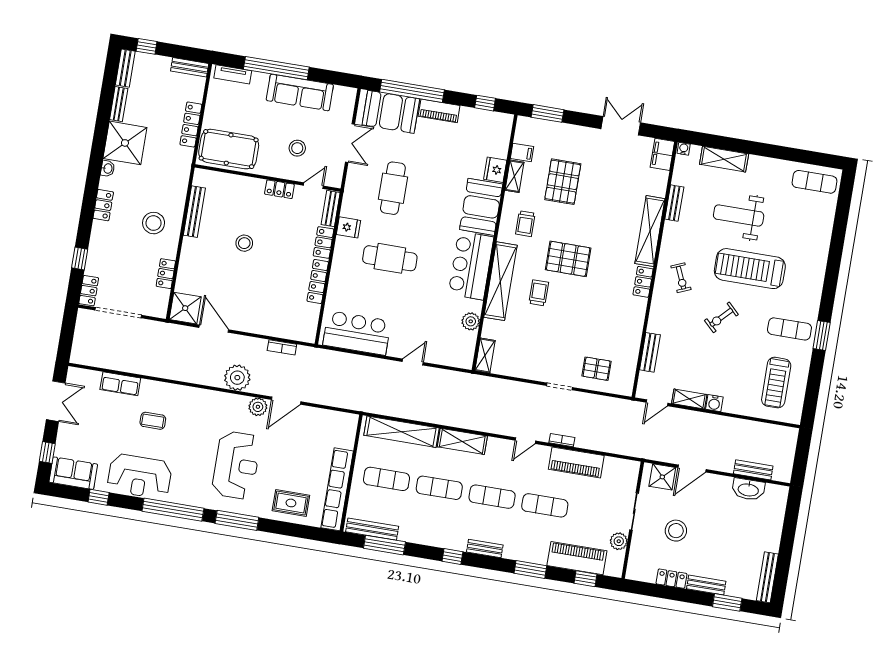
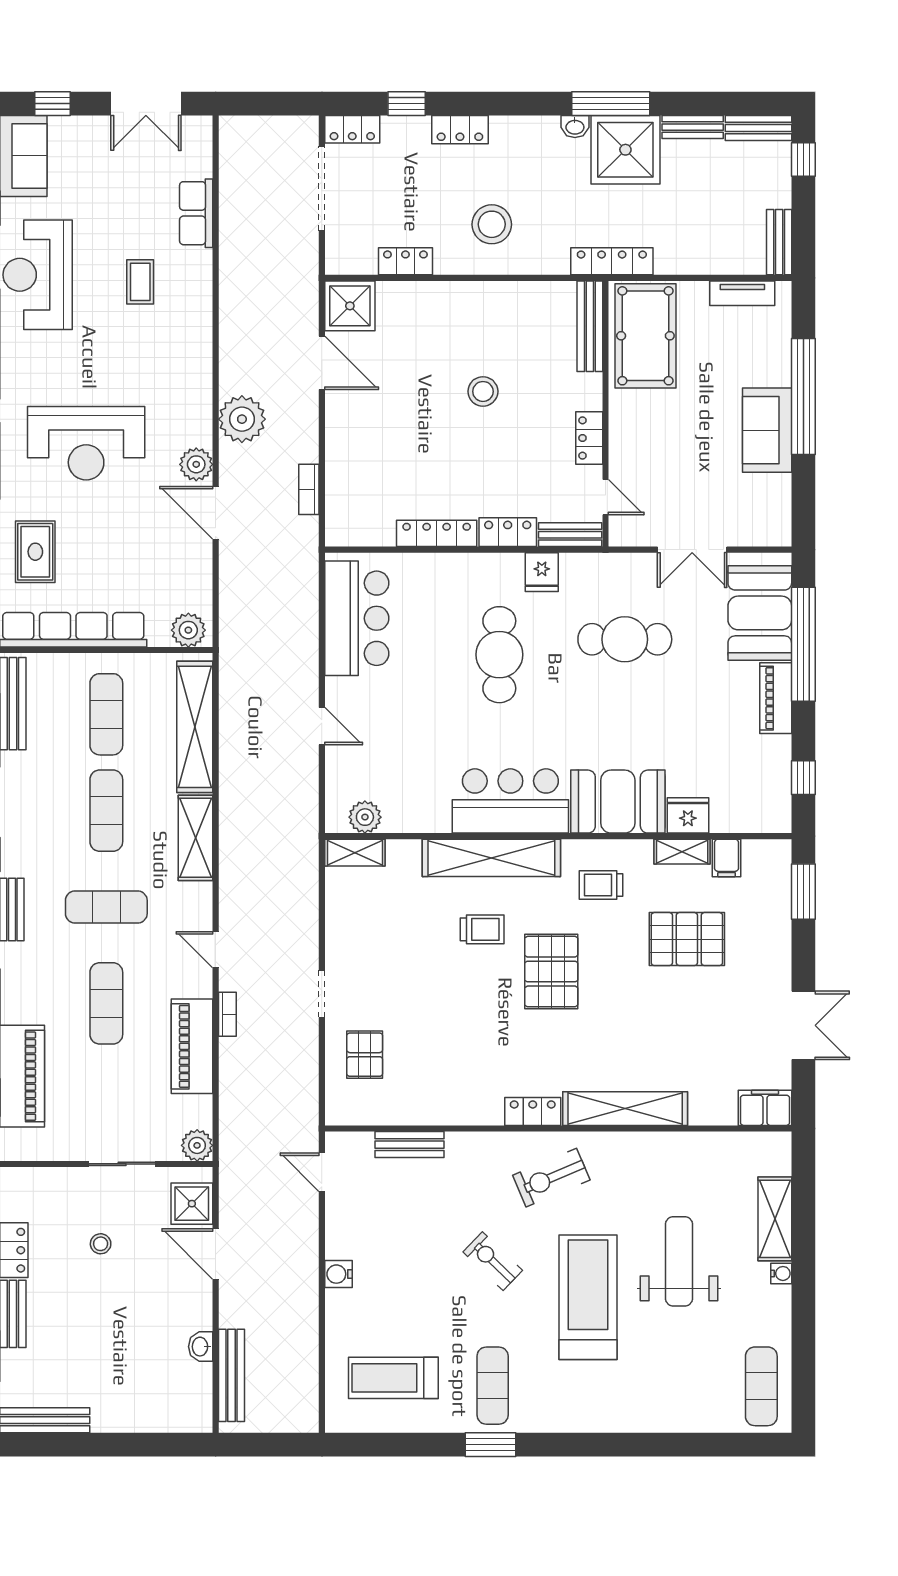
tv unit: (233, 74) -> (742, 293), moved, turned -90
sofa: (300, 92) -> (767, 430), width x0.73
locker: (191, 125) -> (612, 261), moved
window: (98, 147) -> (611, 104), added
stool: (297, 148) -> (668, 457), removed
water cooler: (684, 149) -> (781, 1273), moved
bench: (674, 203) -> (682, 1144), removed
locker: (103, 205) -> (460, 130), moved
bench: (194, 212) -> (590, 326), moved, turned 90
exercise bike: (681, 278) -> (551, 1178), width x1.38, depth x1.39
plant: (471, 321) -> (365, 817), moved
door: (214, 329) -> (322, 363), hinge flipped
shelving: (689, 399) -> (338, 1228), removed
plant: (348, 426) -> (188, 630), added
bench: (753, 470) -> (232, 1375), width x1.36
washbasin: (748, 489) -> (201, 1347), width x0.52, depth x0.69
exercise mat: (492, 497) -> (106, 907), turned 90
stool: (676, 531) -> (101, 1244), width x0.53, depth x0.53
plant: (619, 541) -> (197, 1145), moved

